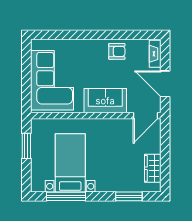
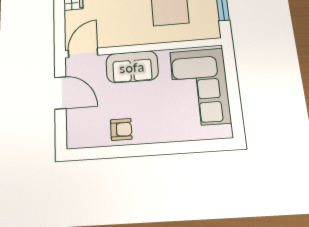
armchair: (117, 51) -> (121, 129), turned 180
fireplace: (155, 54) -> (73, 130), removed

